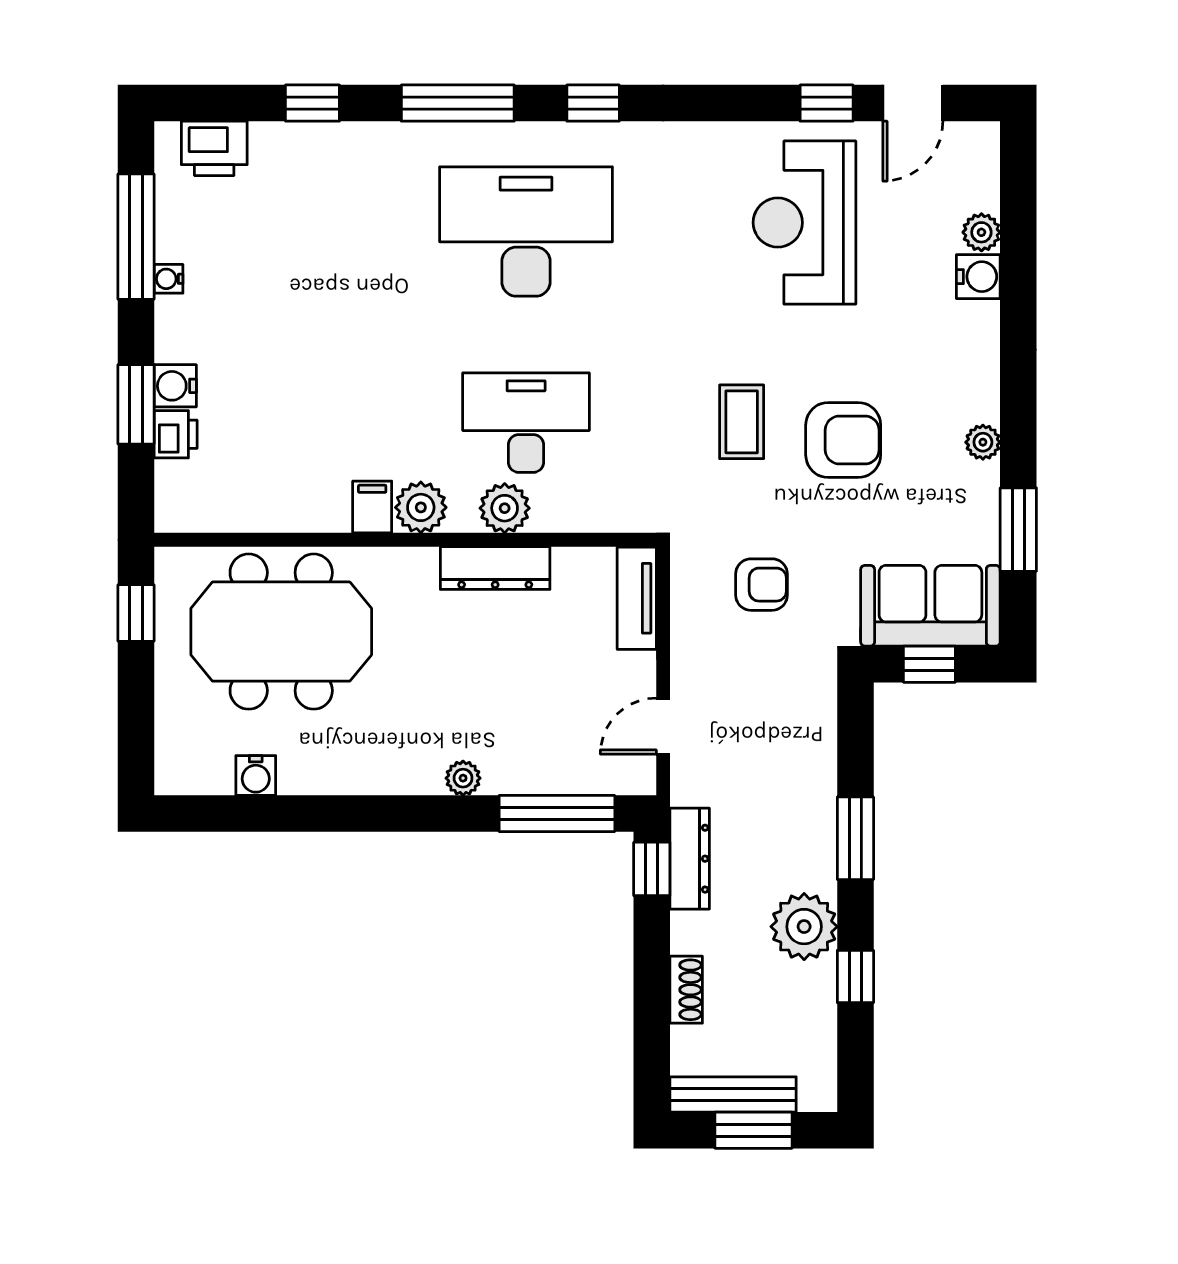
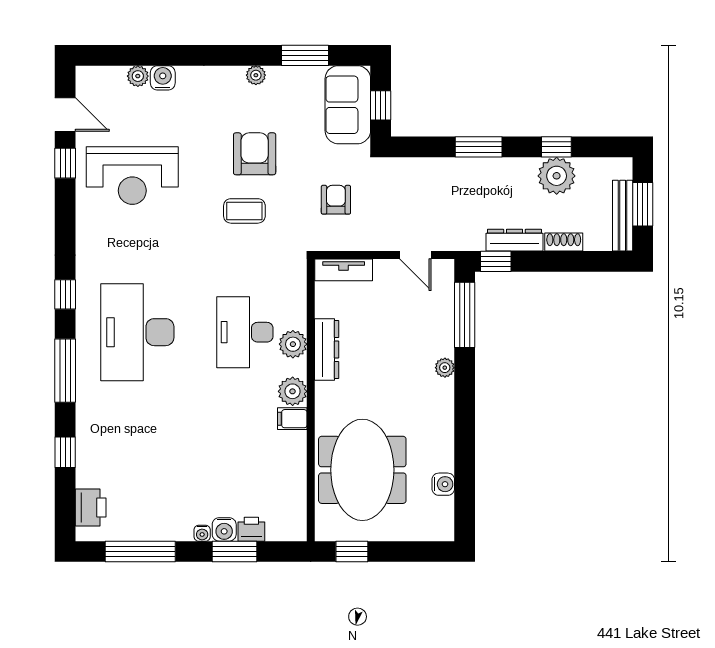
water cooler: (169, 279) -> (202, 533), moved
dresser: (690, 859) -> (514, 240), moved
plant: (804, 927) -> (557, 176), moved

